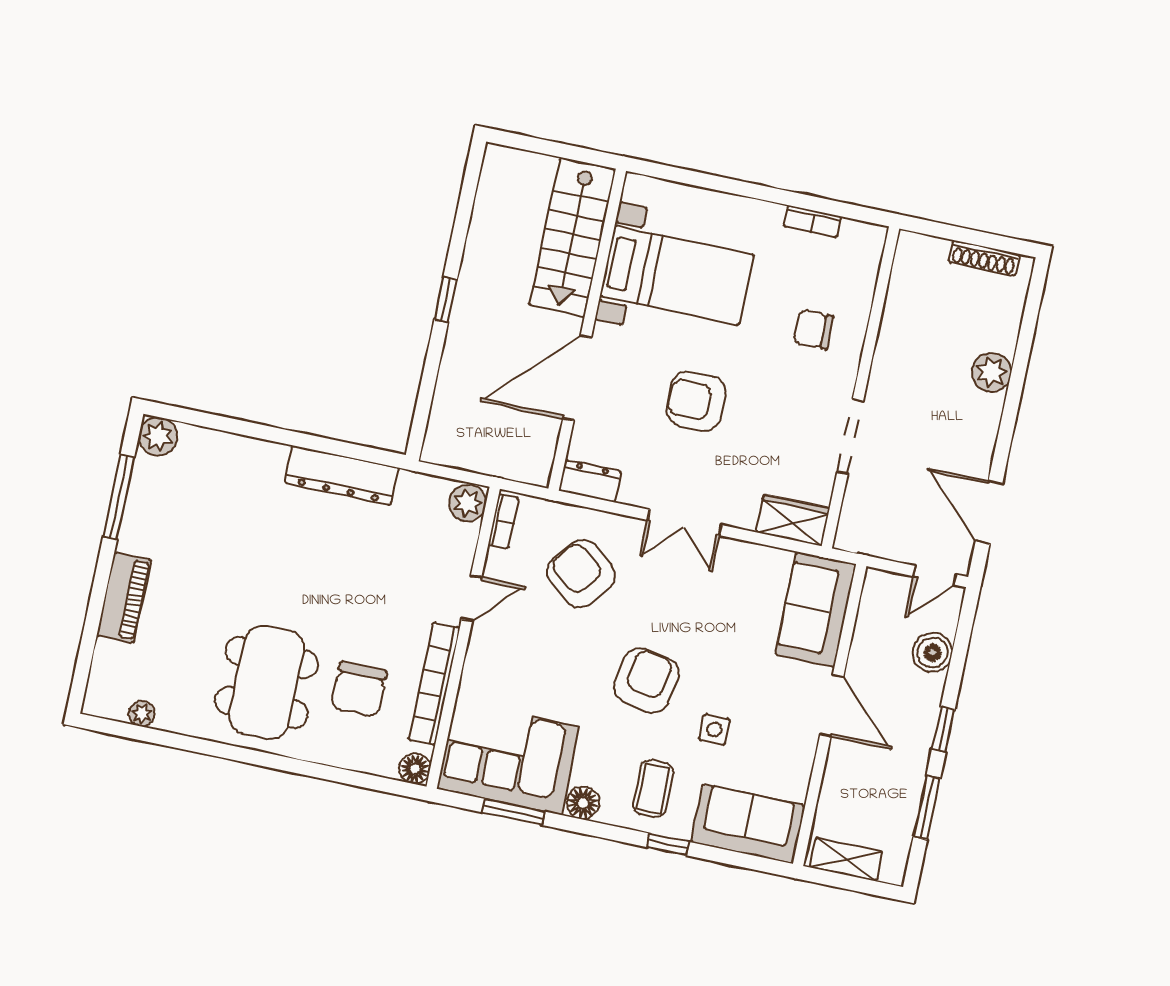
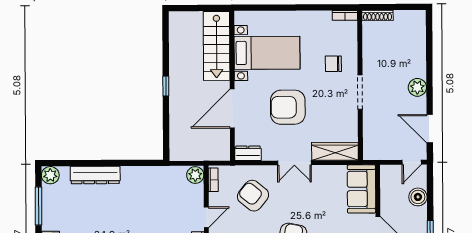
bookcase: (812, 221) -> (345, 15), moved
shoe rack: (984, 258) -> (378, 15), moved
plant: (991, 372) -> (417, 87), moved
armchair: (696, 401) -> (288, 107), width x1.36, depth x1.36
doorway: (850, 437) -> (360, 92), moved
dresser: (342, 475) -> (95, 175), moved
wardrobe: (793, 520) -> (335, 151), width x1.50

